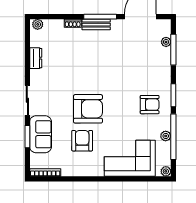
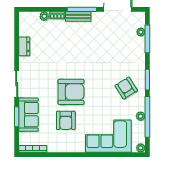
plant: (38, 24) -> (44, 16), moved
armchair: (150, 105) -> (126, 88), turned -122
armchair: (82, 141) -> (66, 120), turned 180

